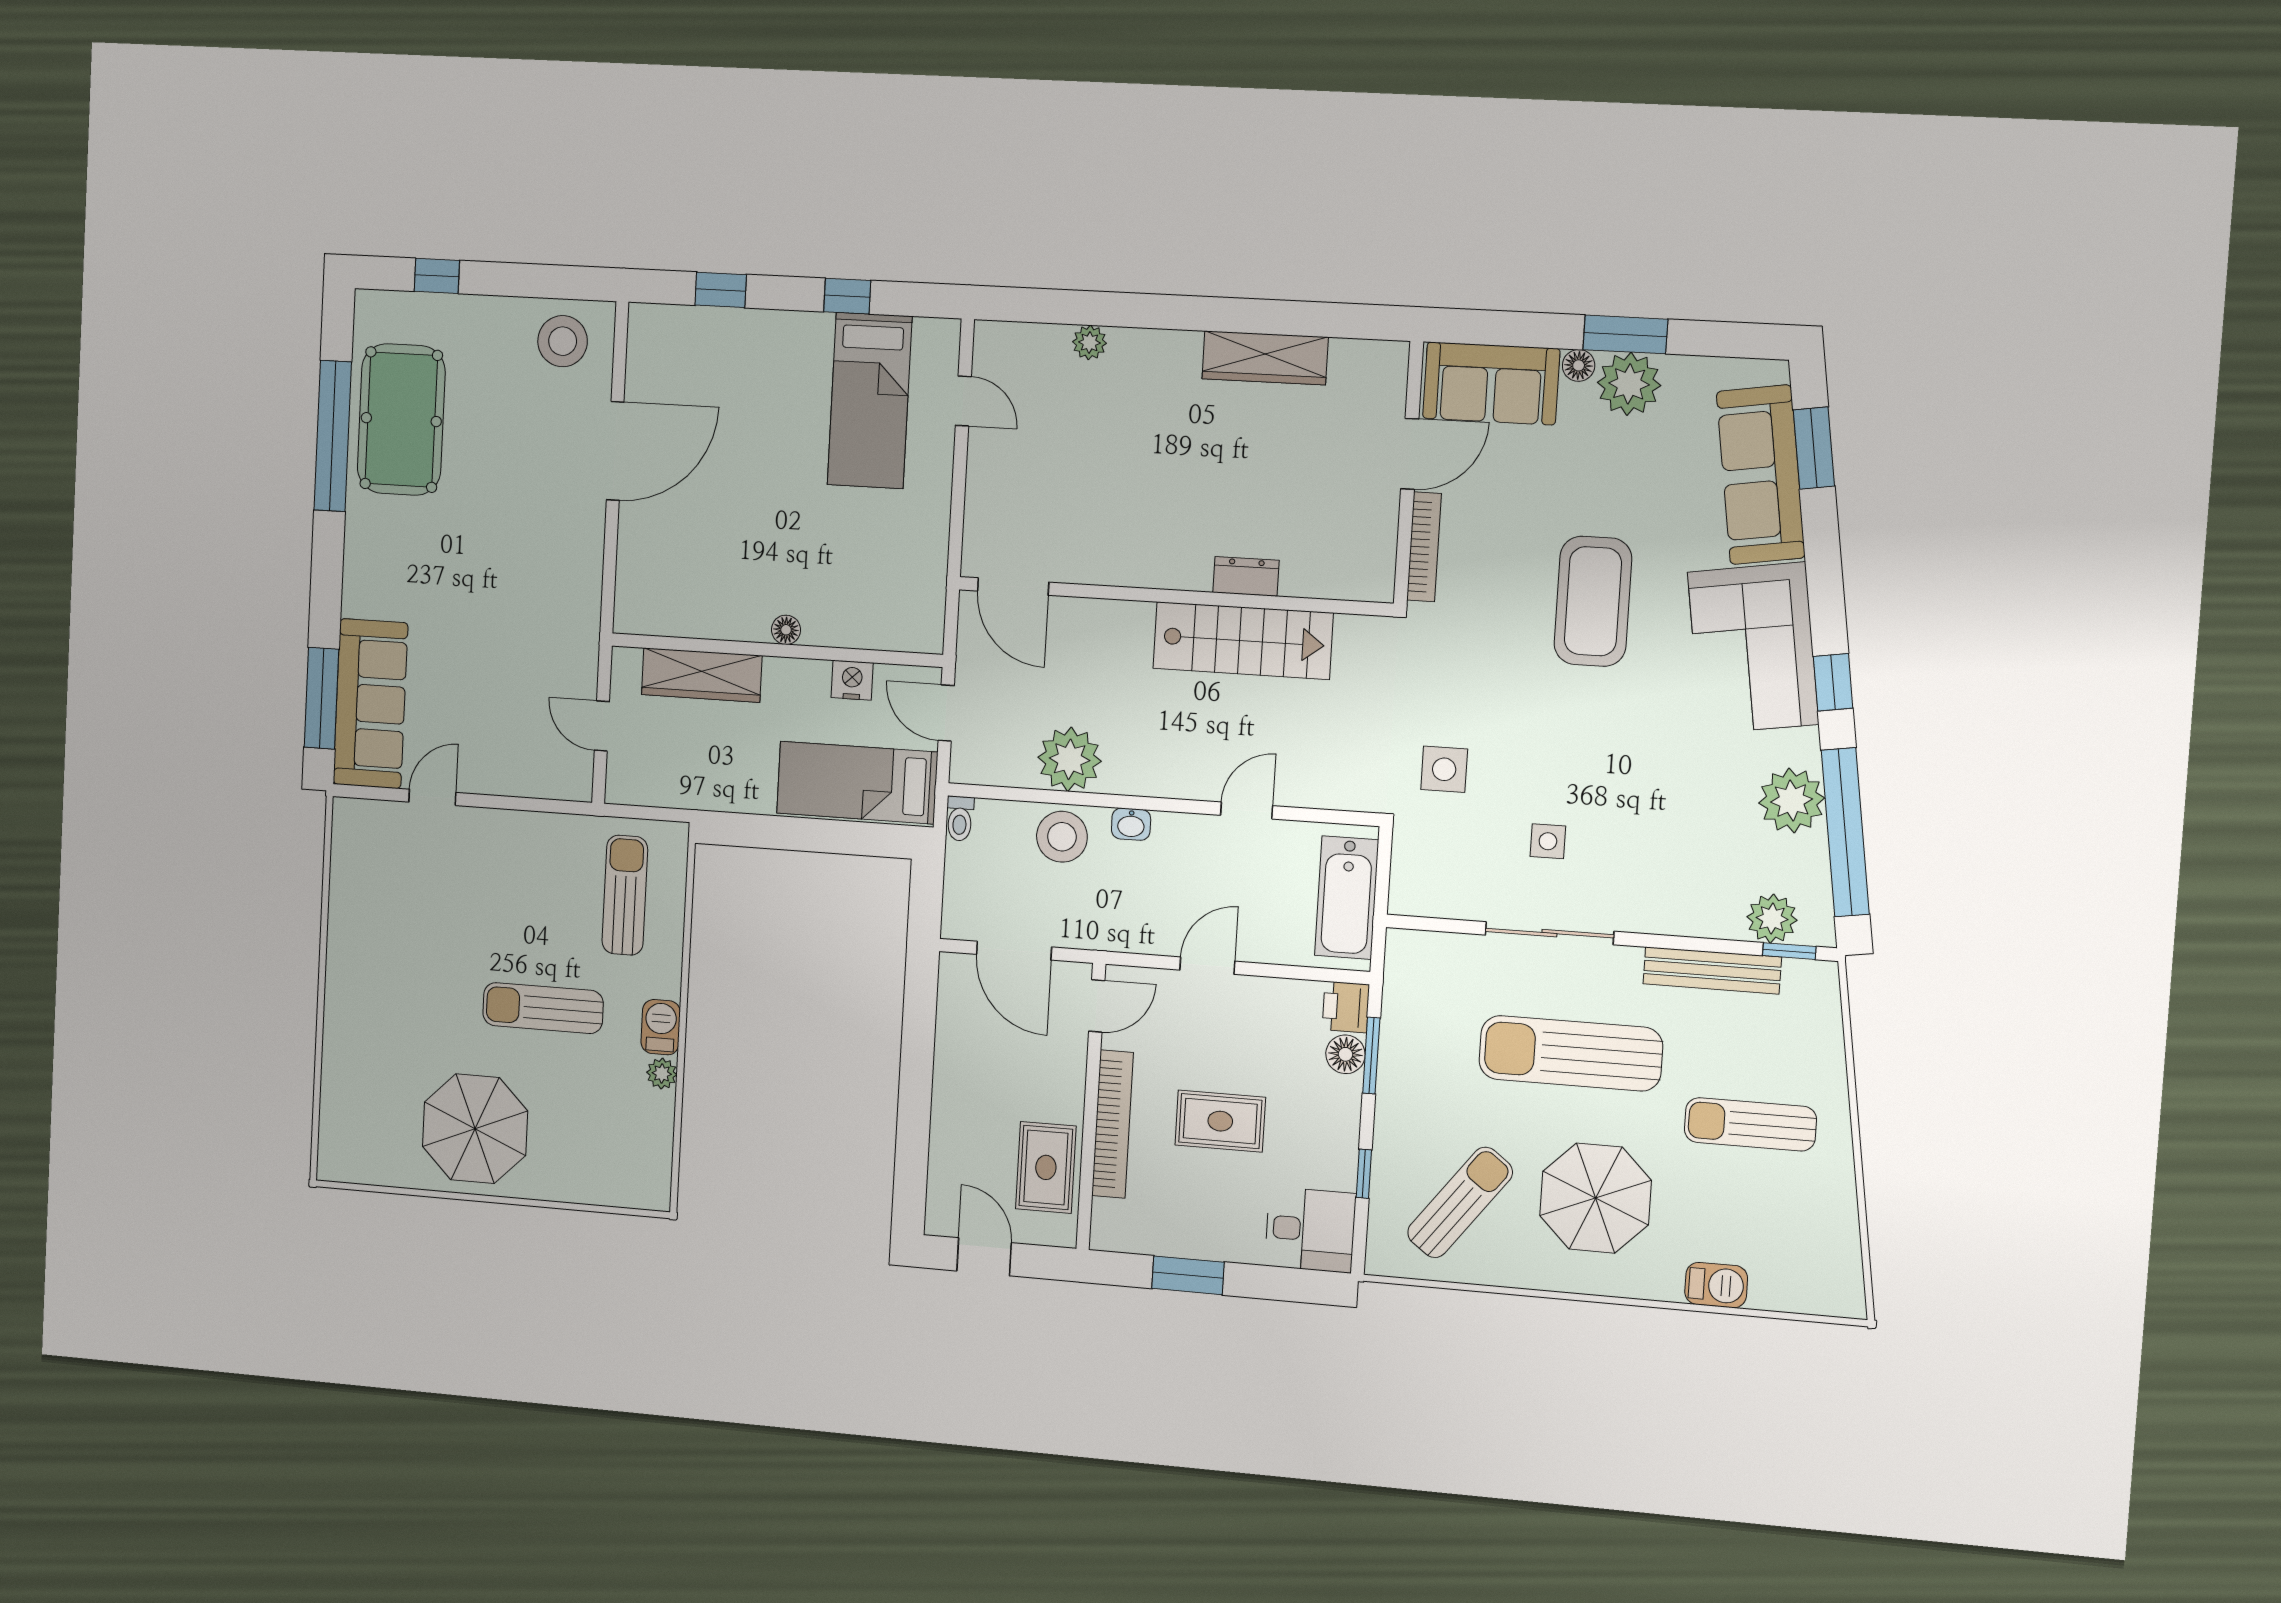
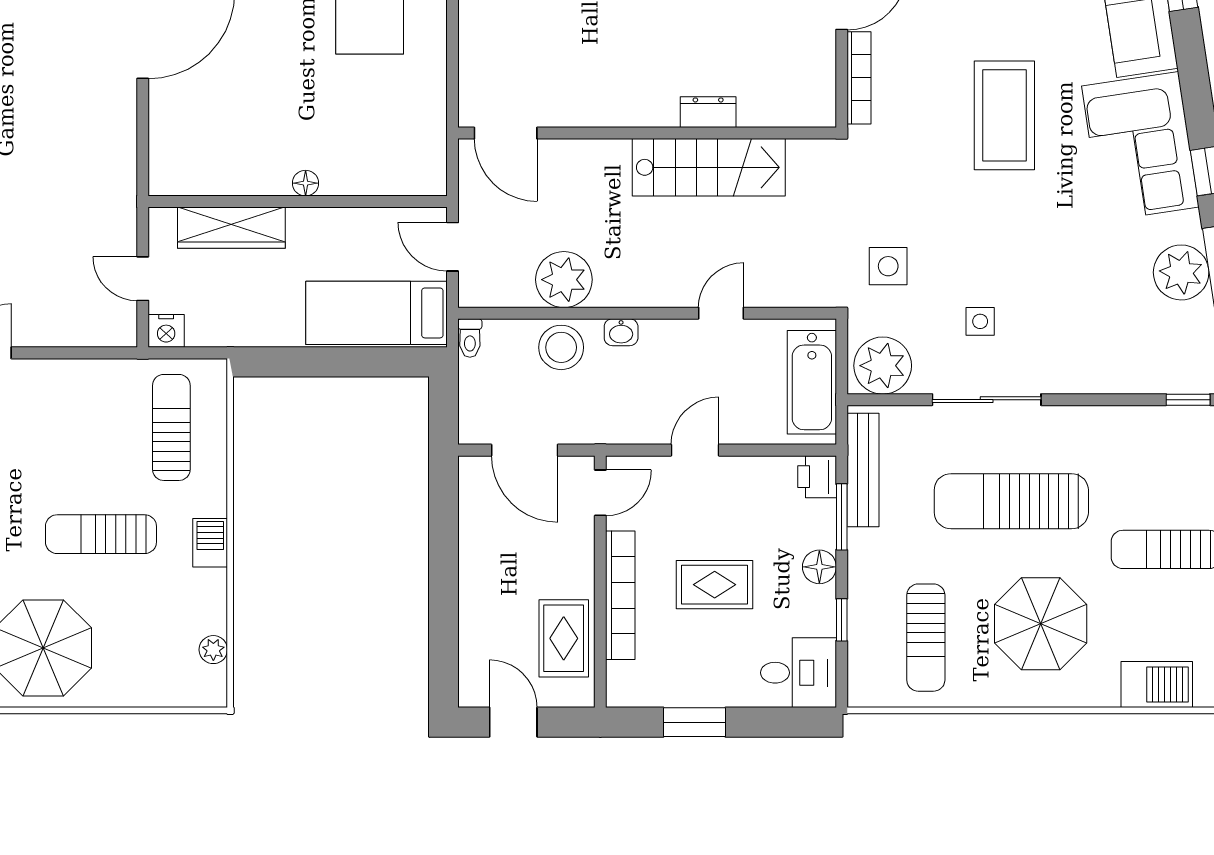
nightstand: (852, 680) -> (166, 331), moved, turned 180
plant: (1772, 919) -> (883, 366), moved, width x1.36, depth x1.36
bench: (1712, 970) -> (863, 470), moved, turned 90
floor lamp: (1345, 1054) -> (819, 567), moved
plant: (662, 1074) -> (213, 650), moved
sun lounger: (1460, 1202) -> (926, 638), turned 143
barbecue: (1716, 1285) -> (1157, 685), width x1.38, depth x1.27

